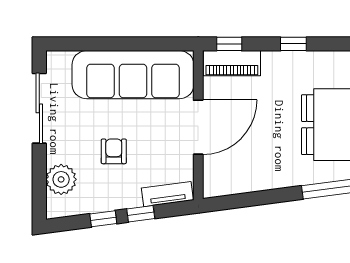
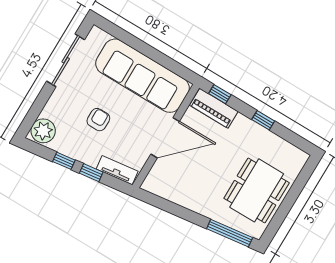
plant: (61, 179) -> (43, 131), moved

